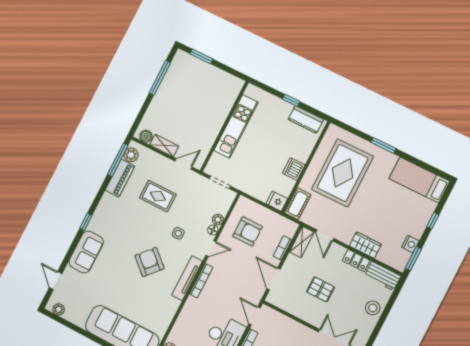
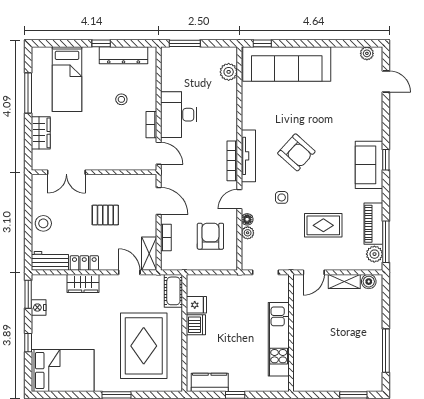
bed: (419, 180) -> (63, 371), width x1.50
fridge: (277, 201) -> (196, 305), moved
armchair: (248, 231) -> (210, 236), turned 90
sofa: (86, 252) -> (369, 165), moved

